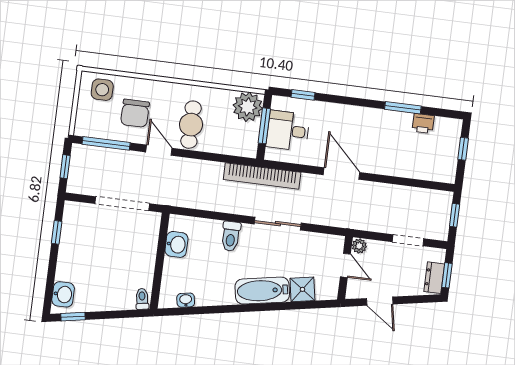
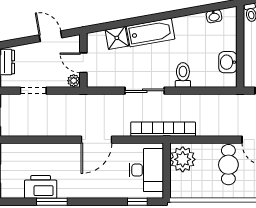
plant: (248, 107) -> (183, 159), moved
printer: (423, 123) -> (41, 187), width x1.87, depth x1.48
window: (264, 126) -> (167, 172), removed
desk: (288, 131) -> (146, 170), width x1.37
door: (341, 174) -> (96, 140), hinge flipped

